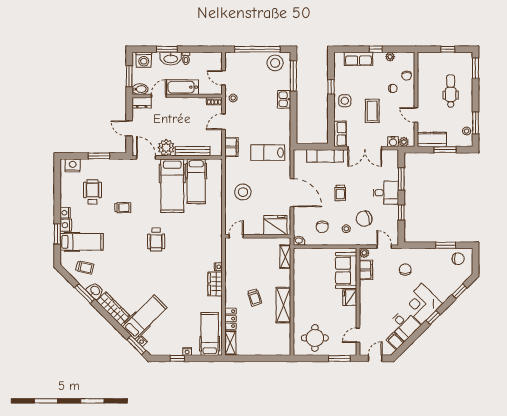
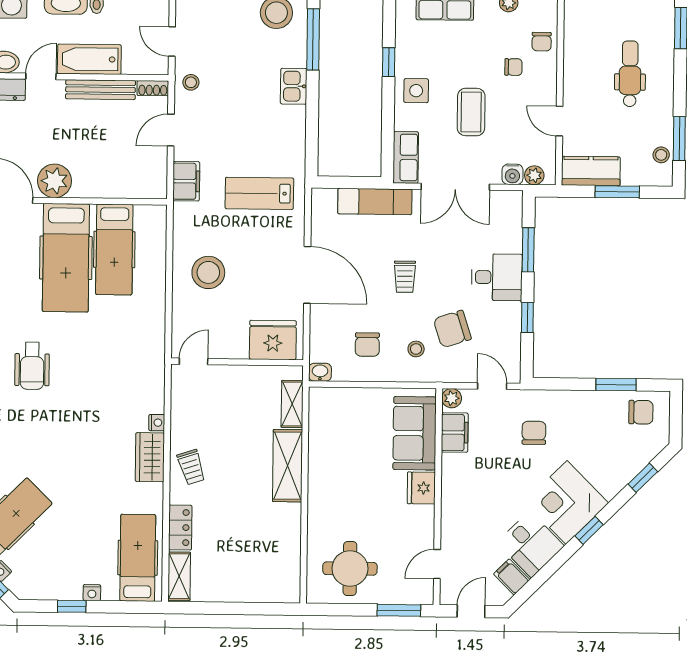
bench: (193, 151) -> (100, 90), moved
trolley: (255, 297) -> (191, 467), moved
shelving: (283, 305) -> (288, 466), moved

